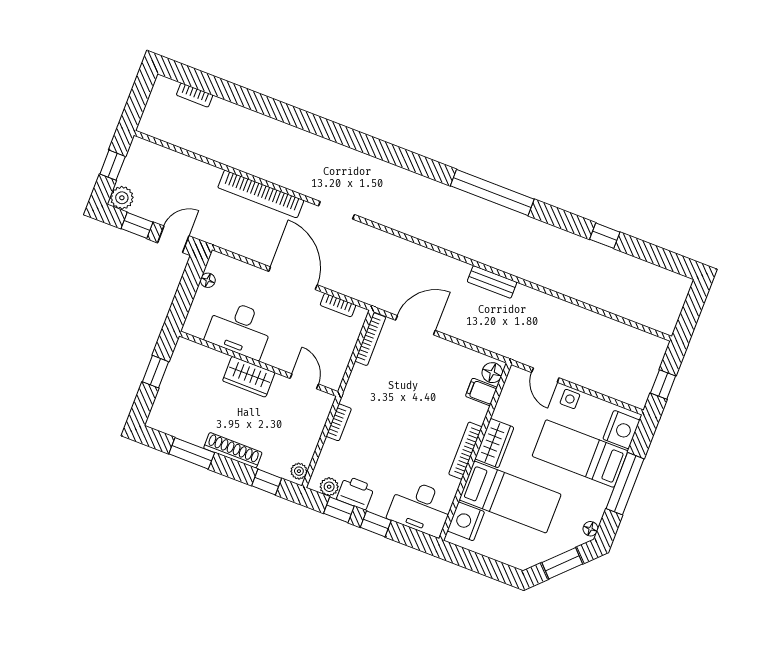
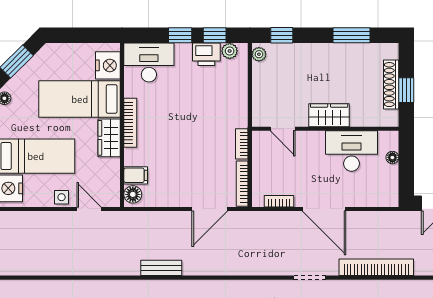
floor lamp: (208, 280) -> (392, 158), moved
bookcase: (339, 422) -> (242, 144), moved
shoe rack: (233, 450) -> (391, 85), moved, turned 90

